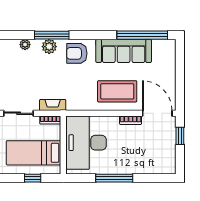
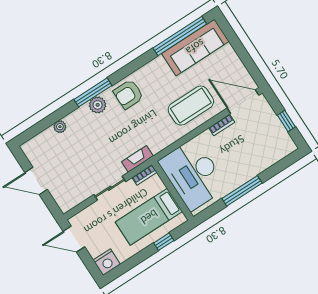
plant: (25, 45) -> (60, 127), moved
sofa: (124, 51) -> (195, 47), moved
window: (180, 136) -> (286, 121), moved

